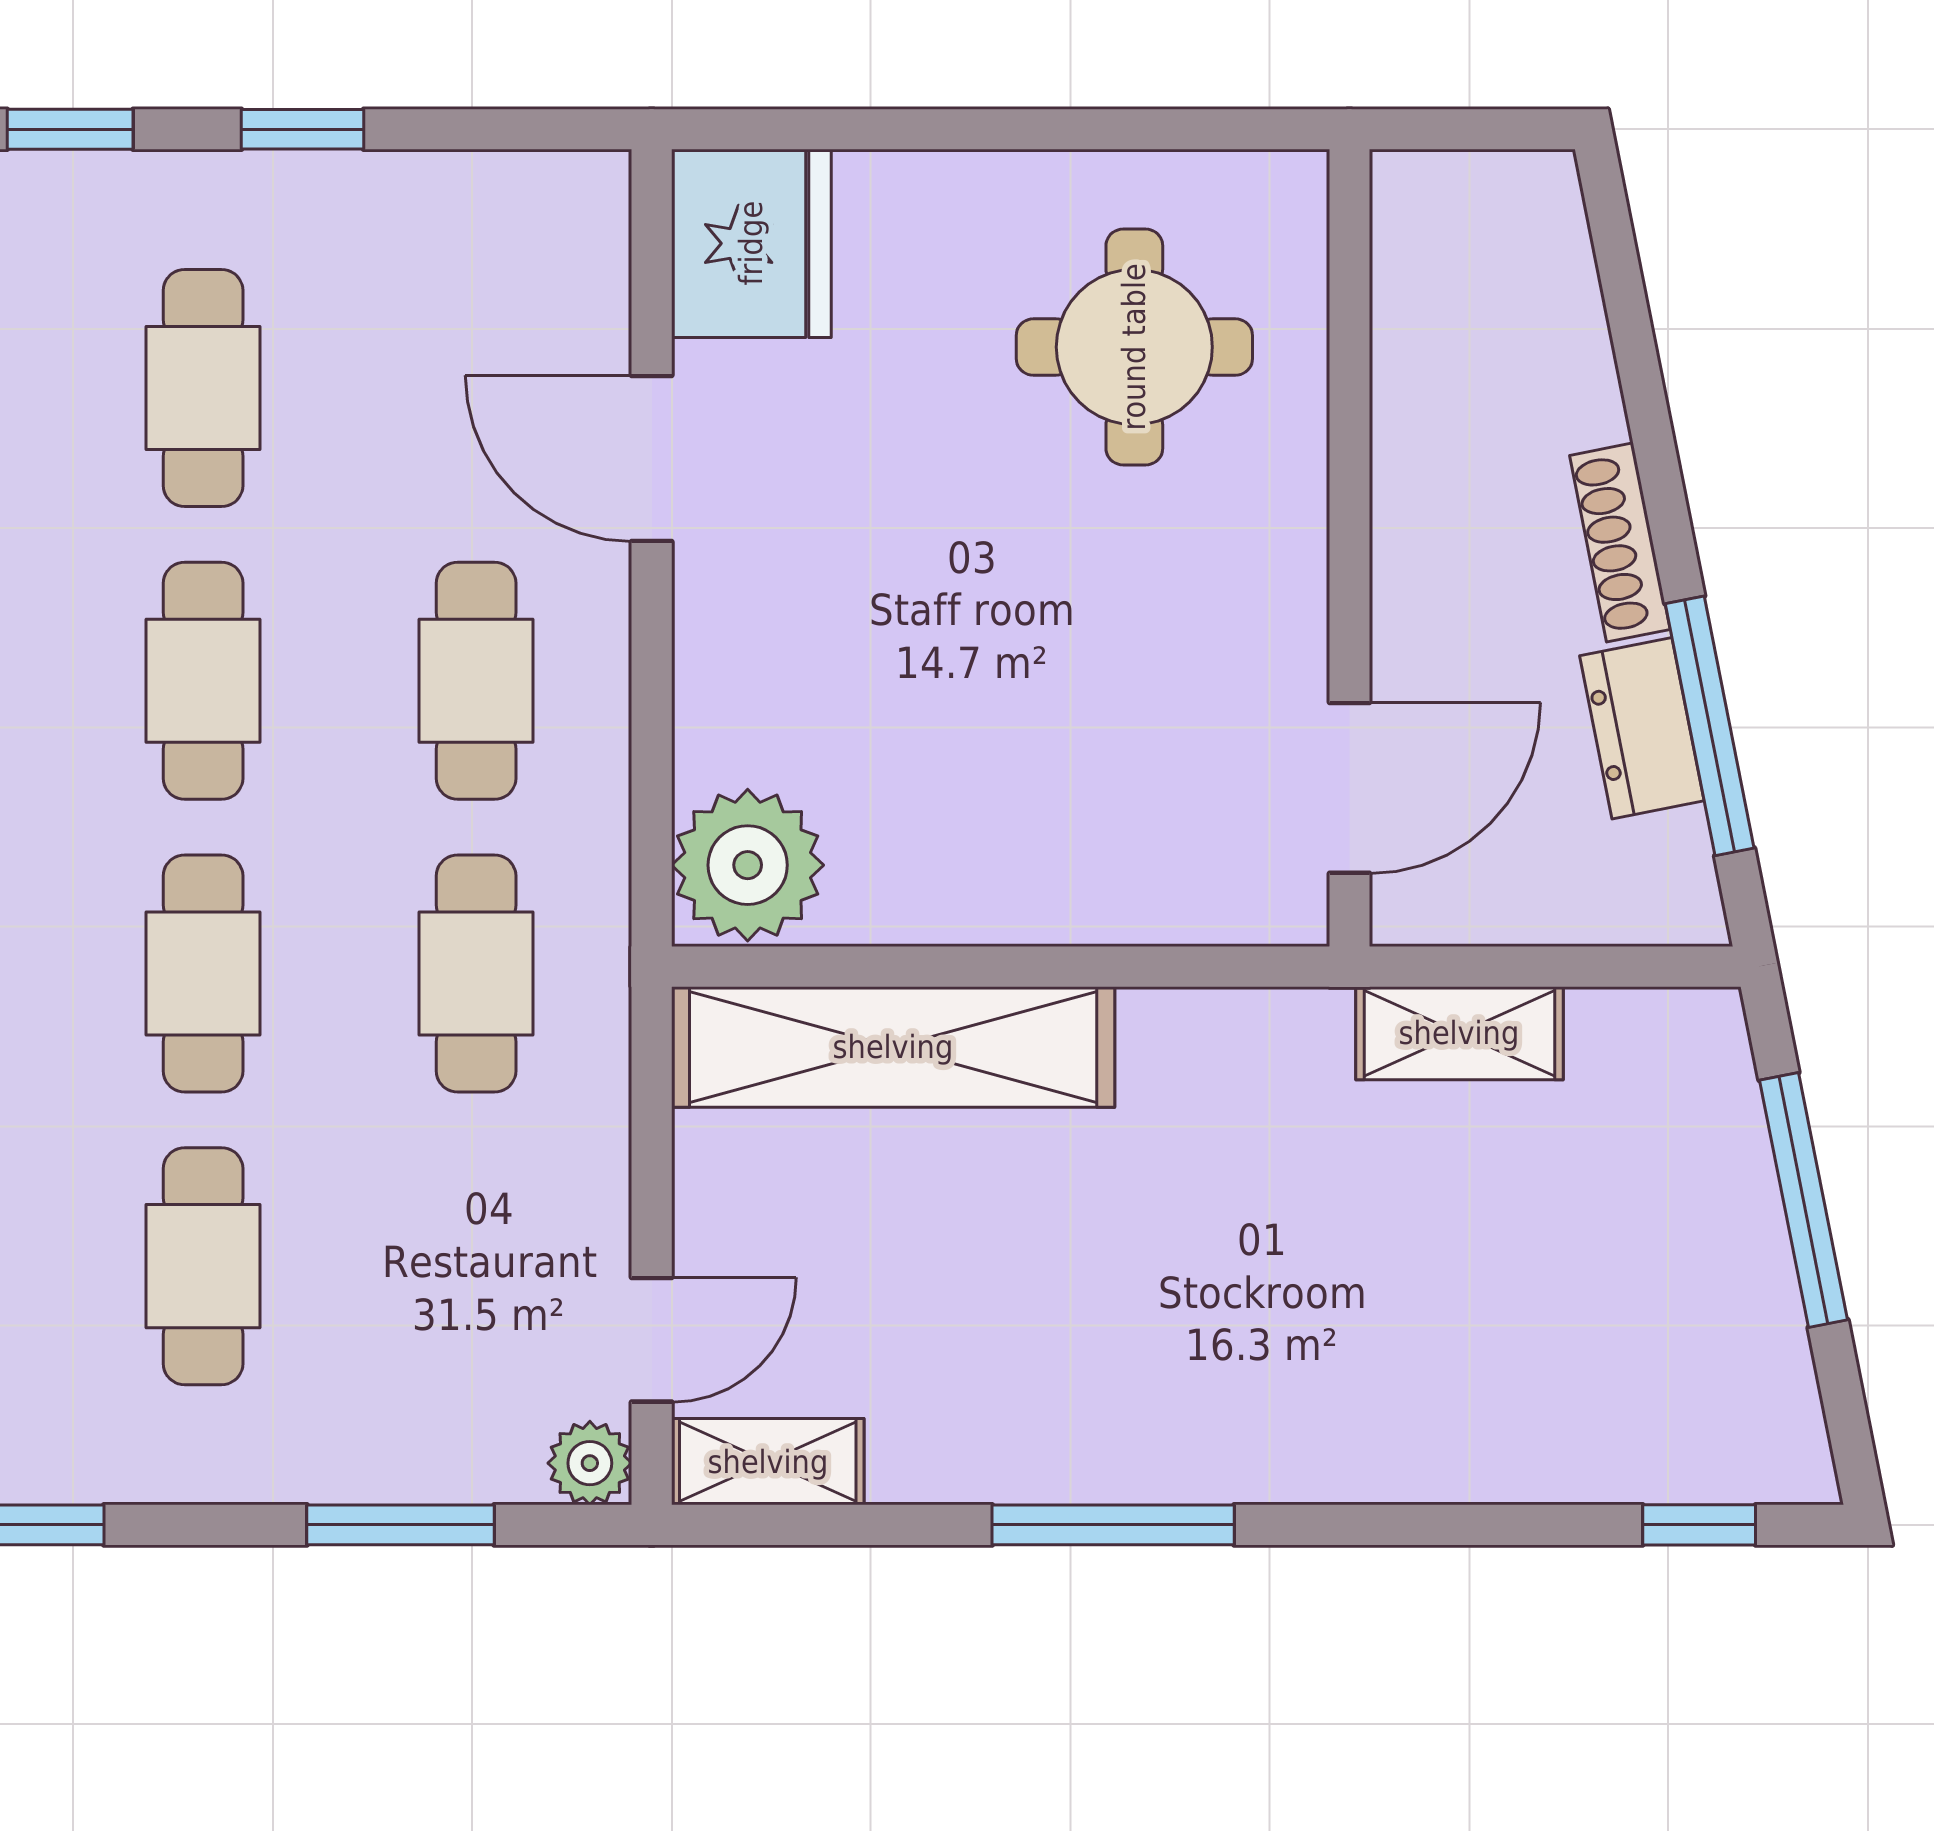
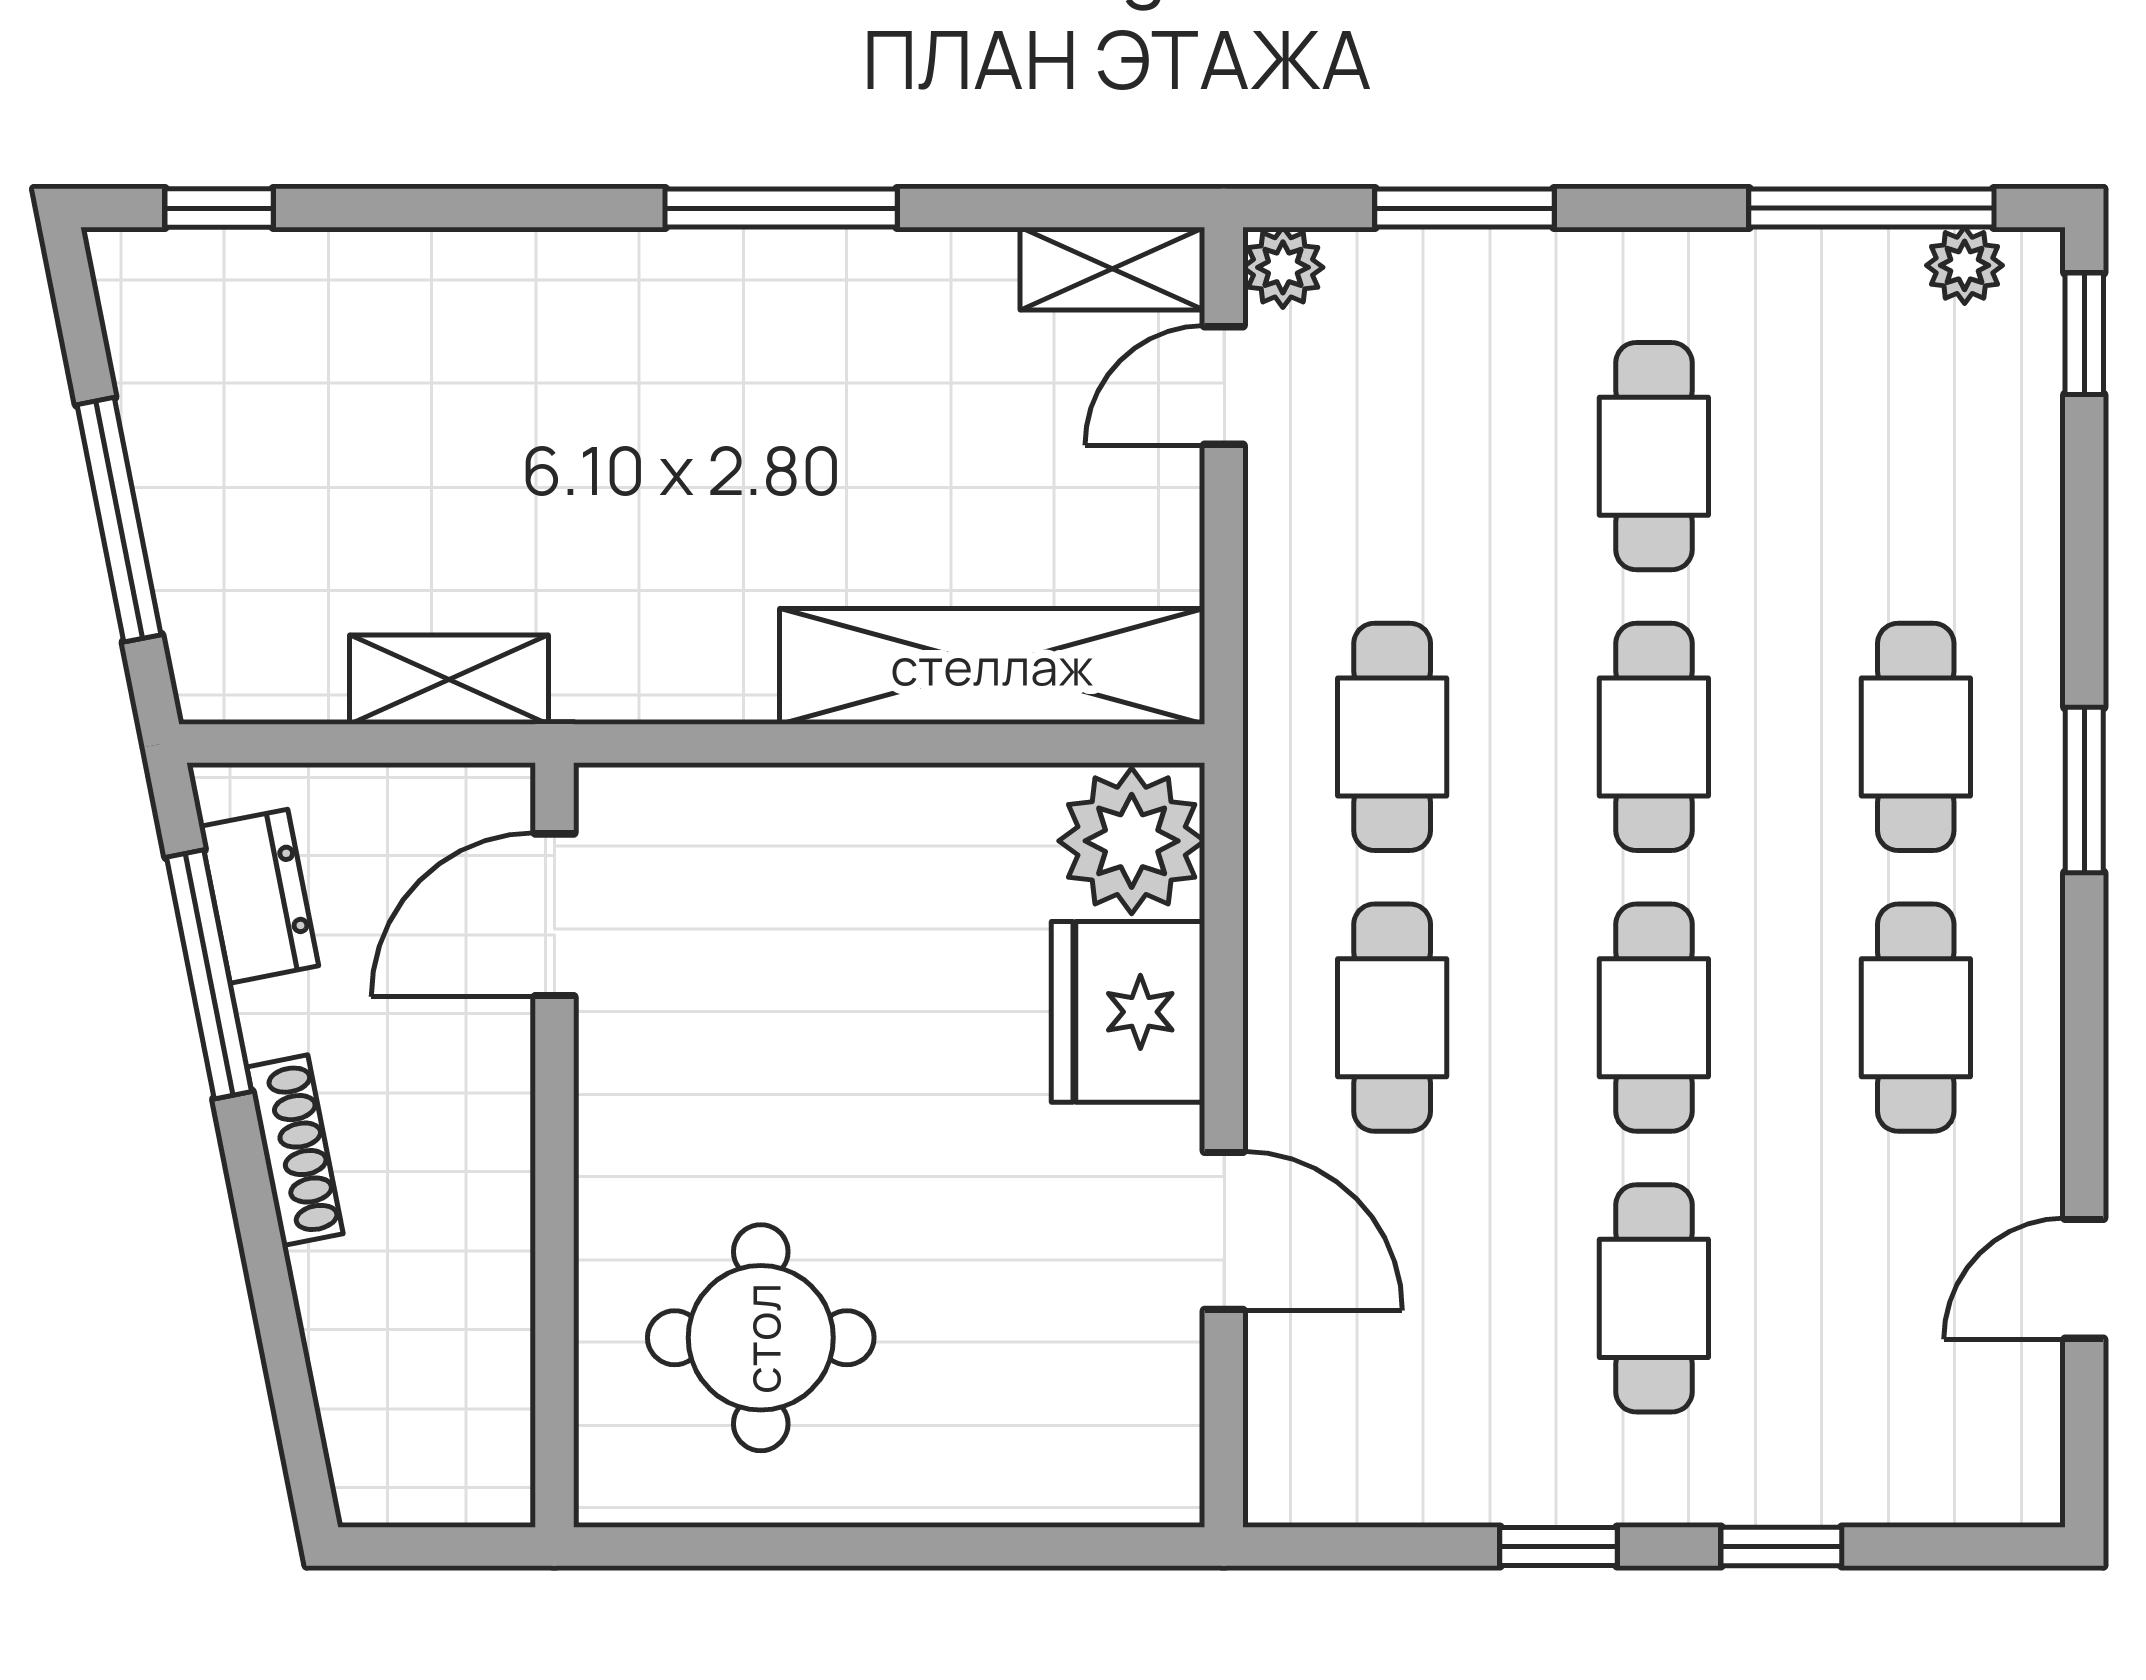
fridge: (751, 243) -> (1128, 1012), moved
dresser: (1642, 728) -> (259, 896), moved

